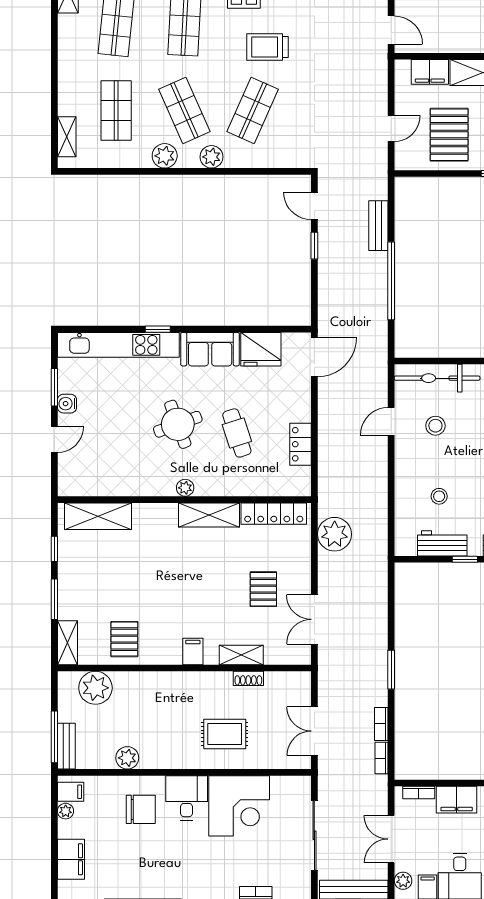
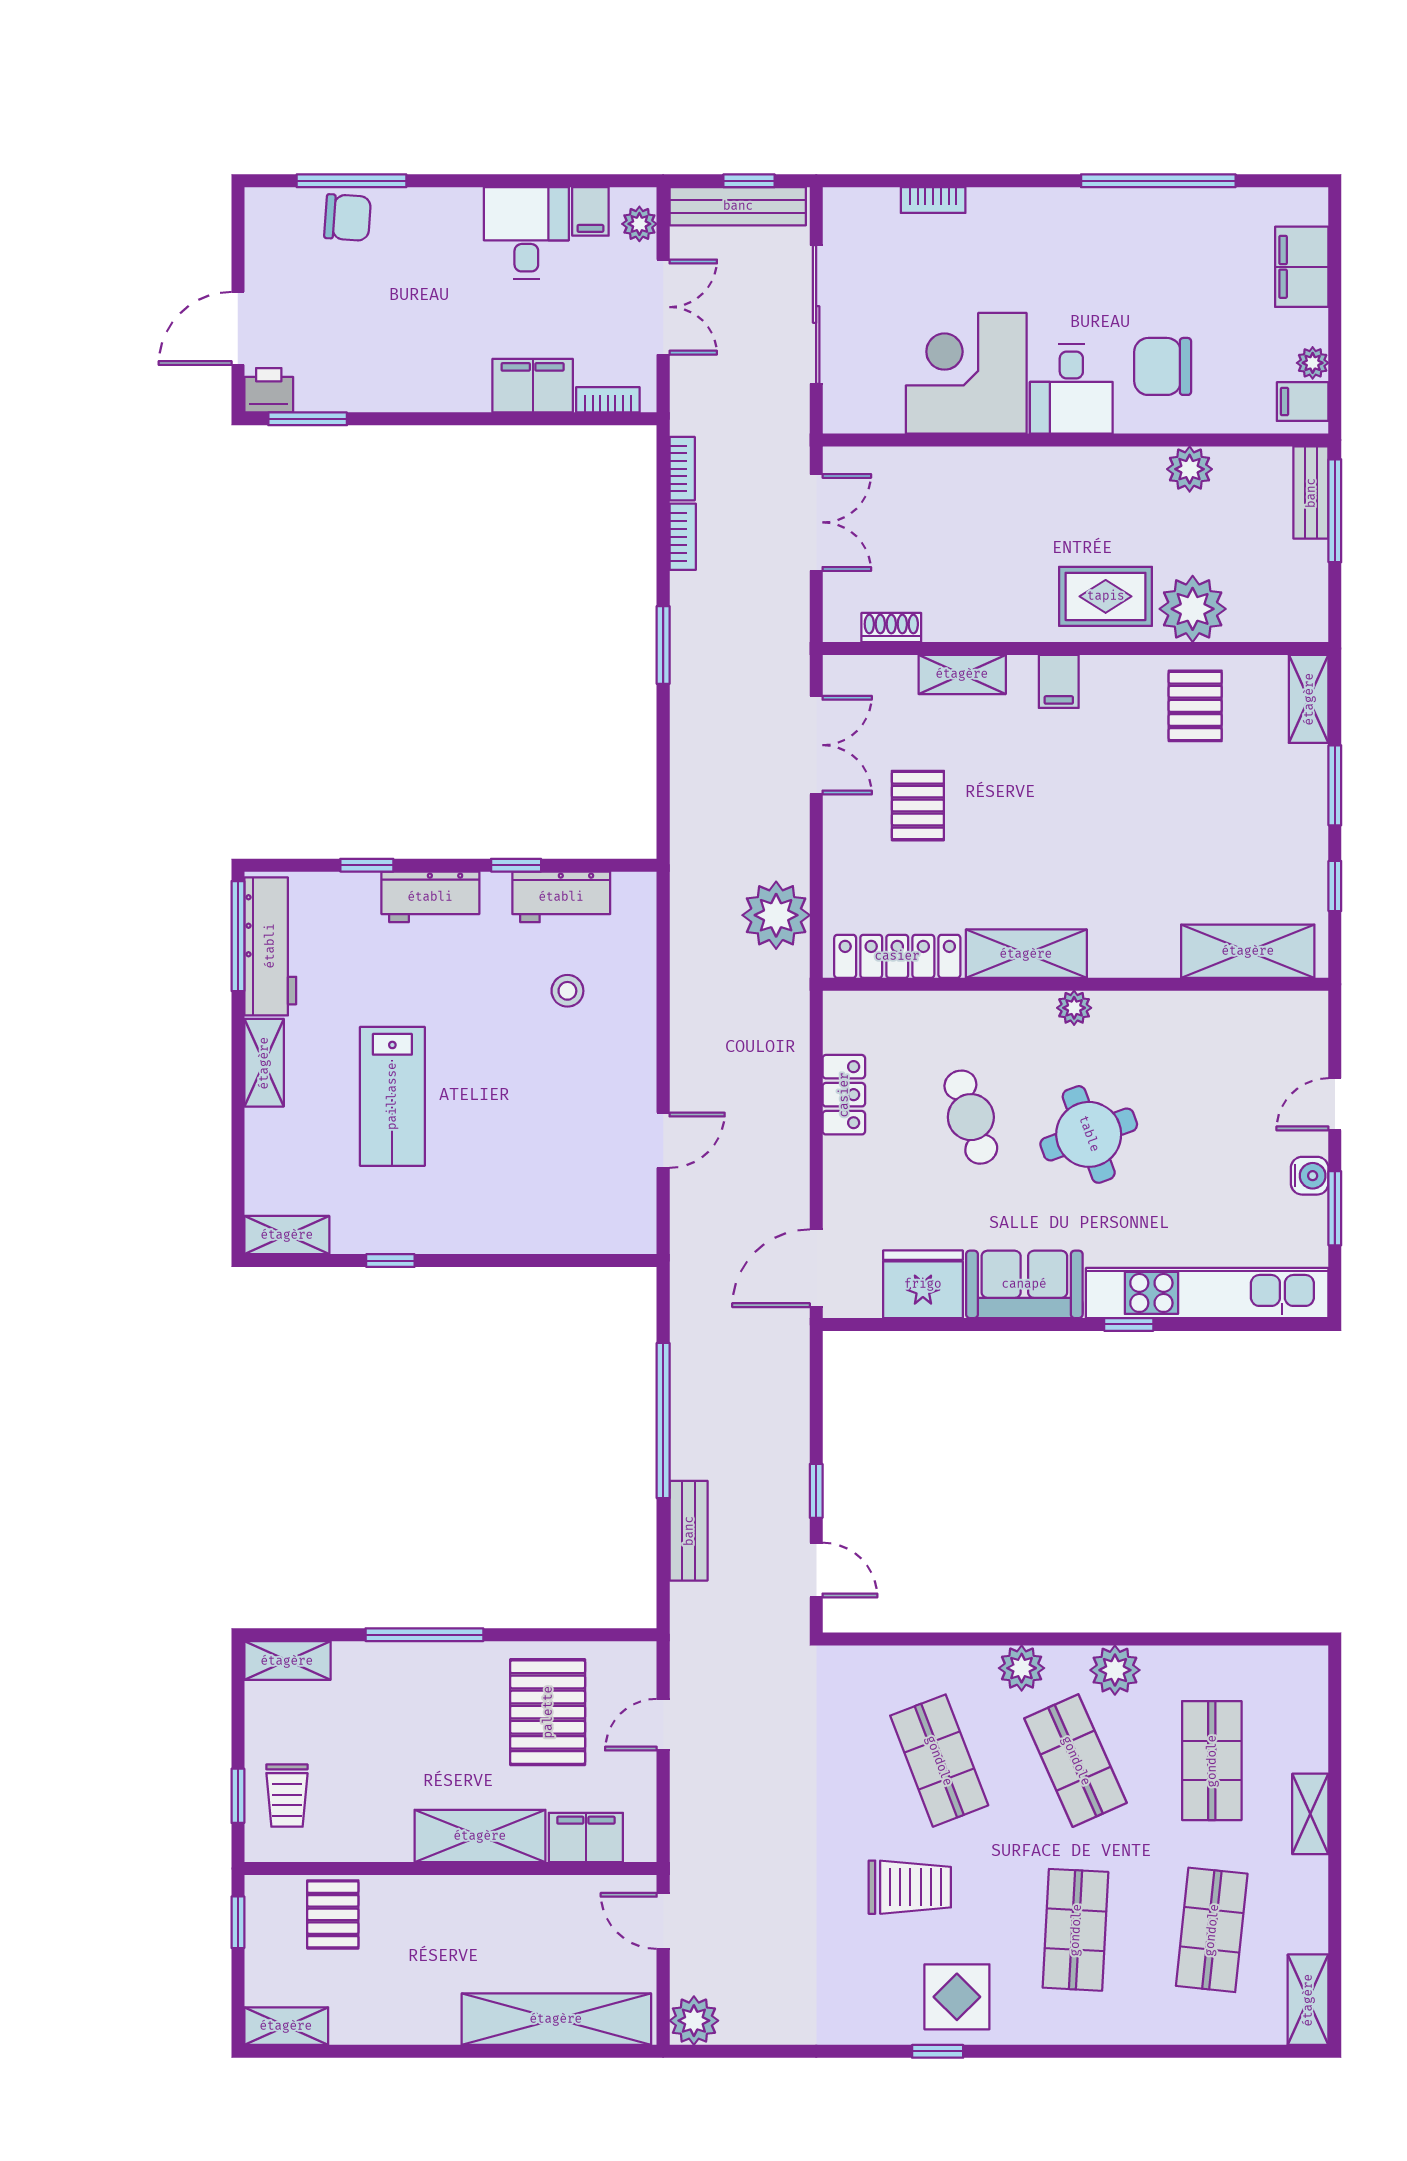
shop shelf: (253, 110) -> (939, 1761), turned -45
shelving: (67, 137) -> (1310, 1814), moved
bicycle: (437, 378) -> (571, 1227), removed
stool: (435, 426) -> (575, 1132), removed
shoe rack: (248, 678) -> (891, 628), moved
plant: (95, 688) -> (1193, 609), moved
rug: (225, 734) -> (1106, 596), moved

